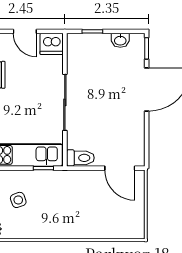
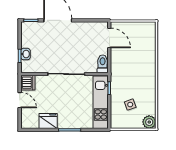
door: (25, 31) -> (20, 100), hinge flipped
washbasin: (120, 40) -> (25, 54), moved
door: (120, 168) -> (109, 38), hinge flipped

